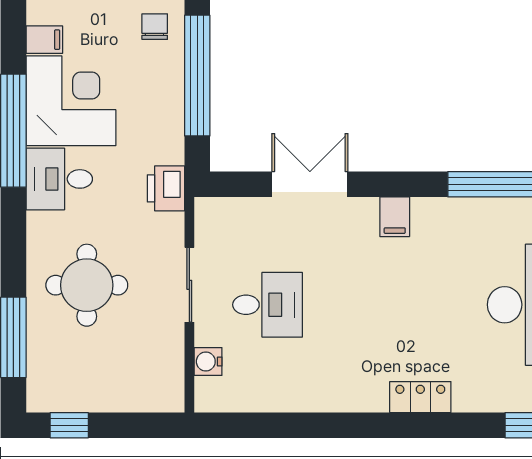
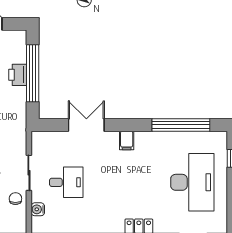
chair: (155, 27) -> (15, 199), moved
printer: (166, 188) -> (18, 75), moved

